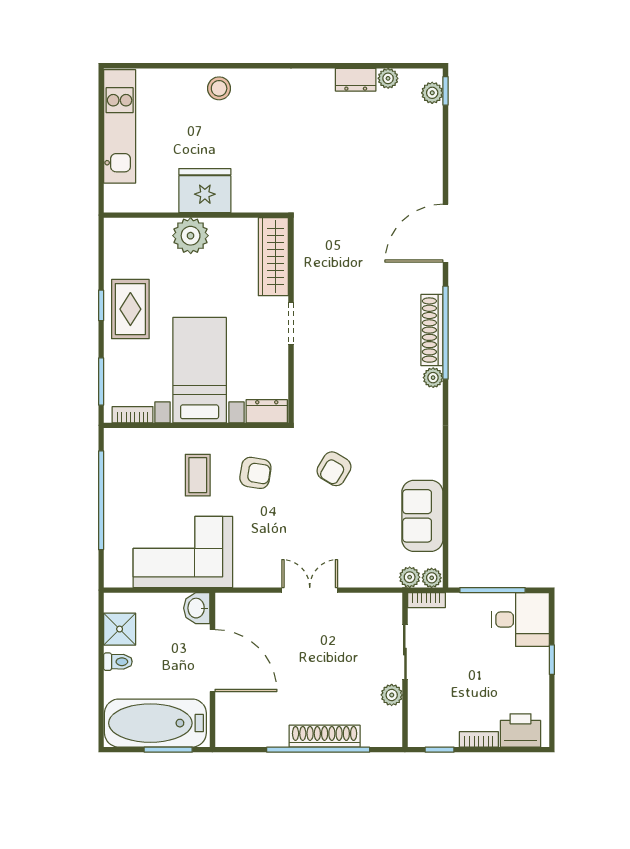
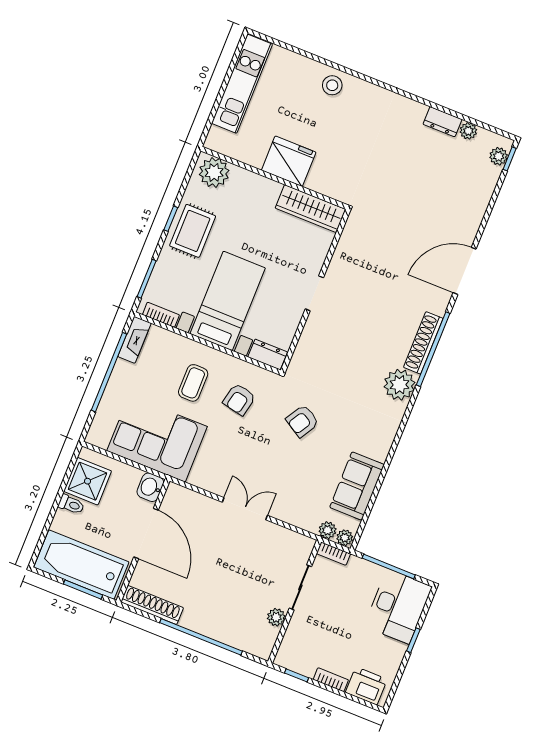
plant: (191, 236) -> (214, 172), moved
wardrobe: (273, 257) -> (310, 209), moved, turned -90
plant: (433, 378) -> (400, 385), width x1.87, depth x1.87
fireplace: (115, 454) -> (134, 340), added
armchair: (255, 473) -> (239, 399), turned 93
desk: (520, 620) -> (398, 606), width x1.37
shower: (120, 629) -> (88, 481), width x1.36, depth x1.36
shoe rack: (325, 736) -> (152, 605), moved

